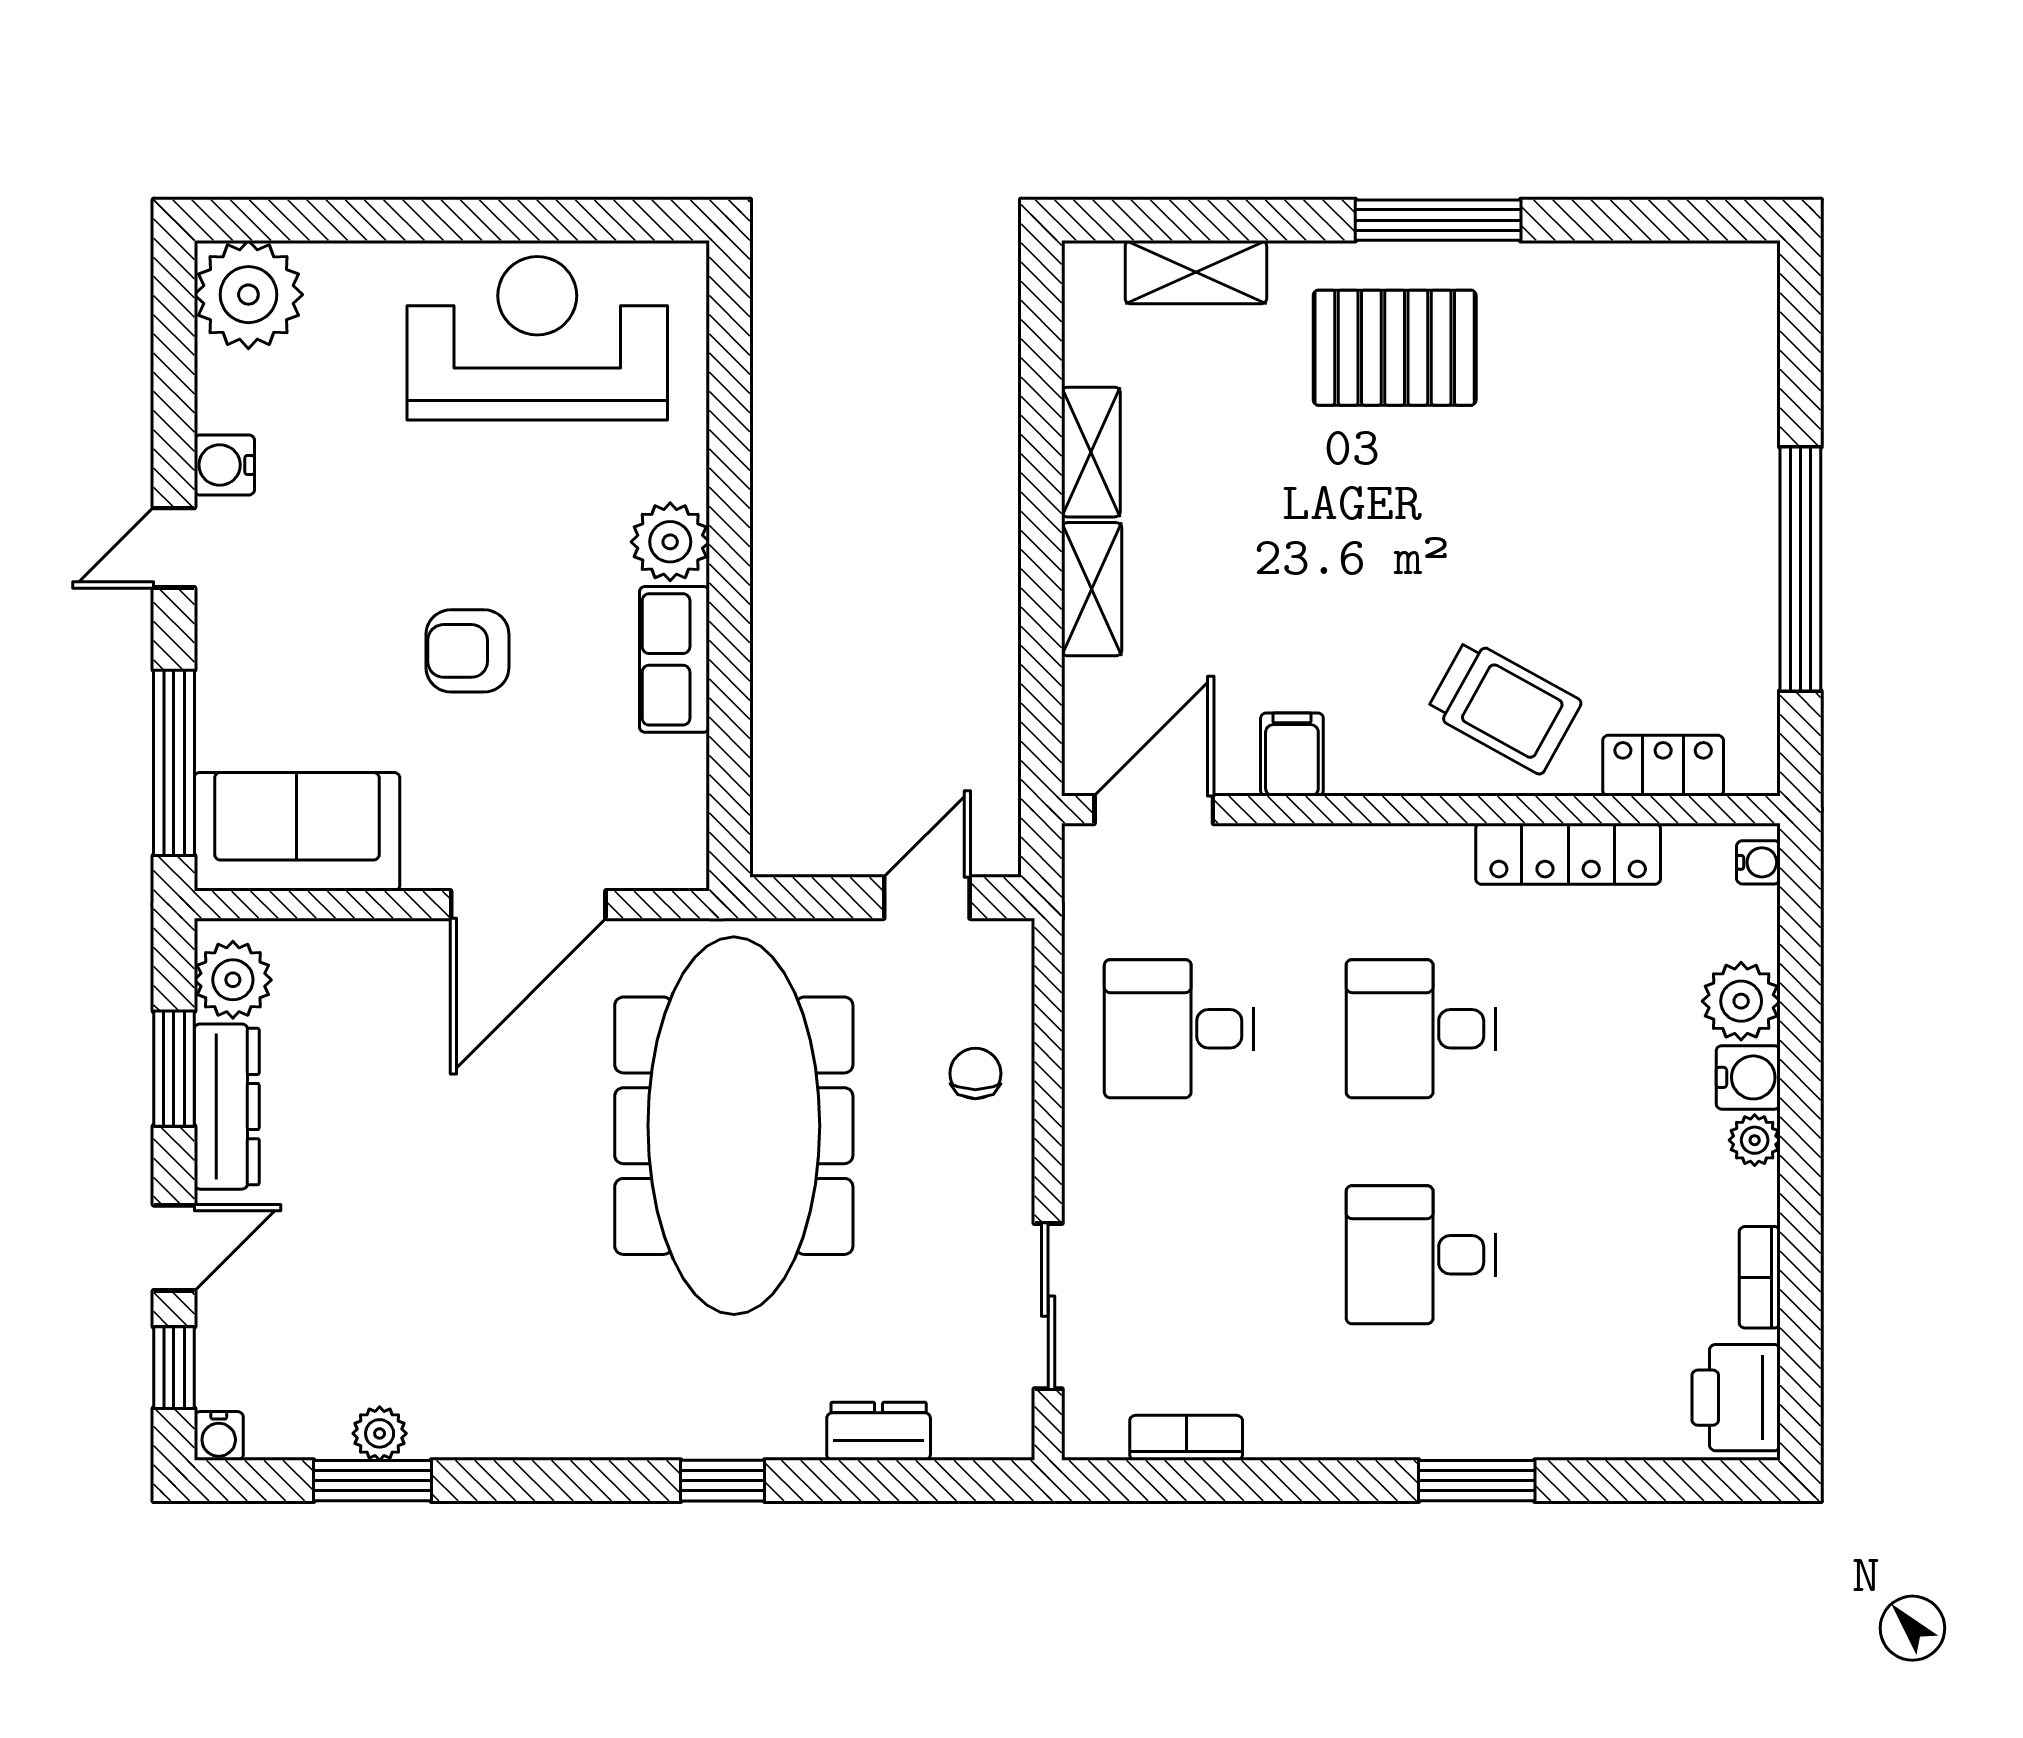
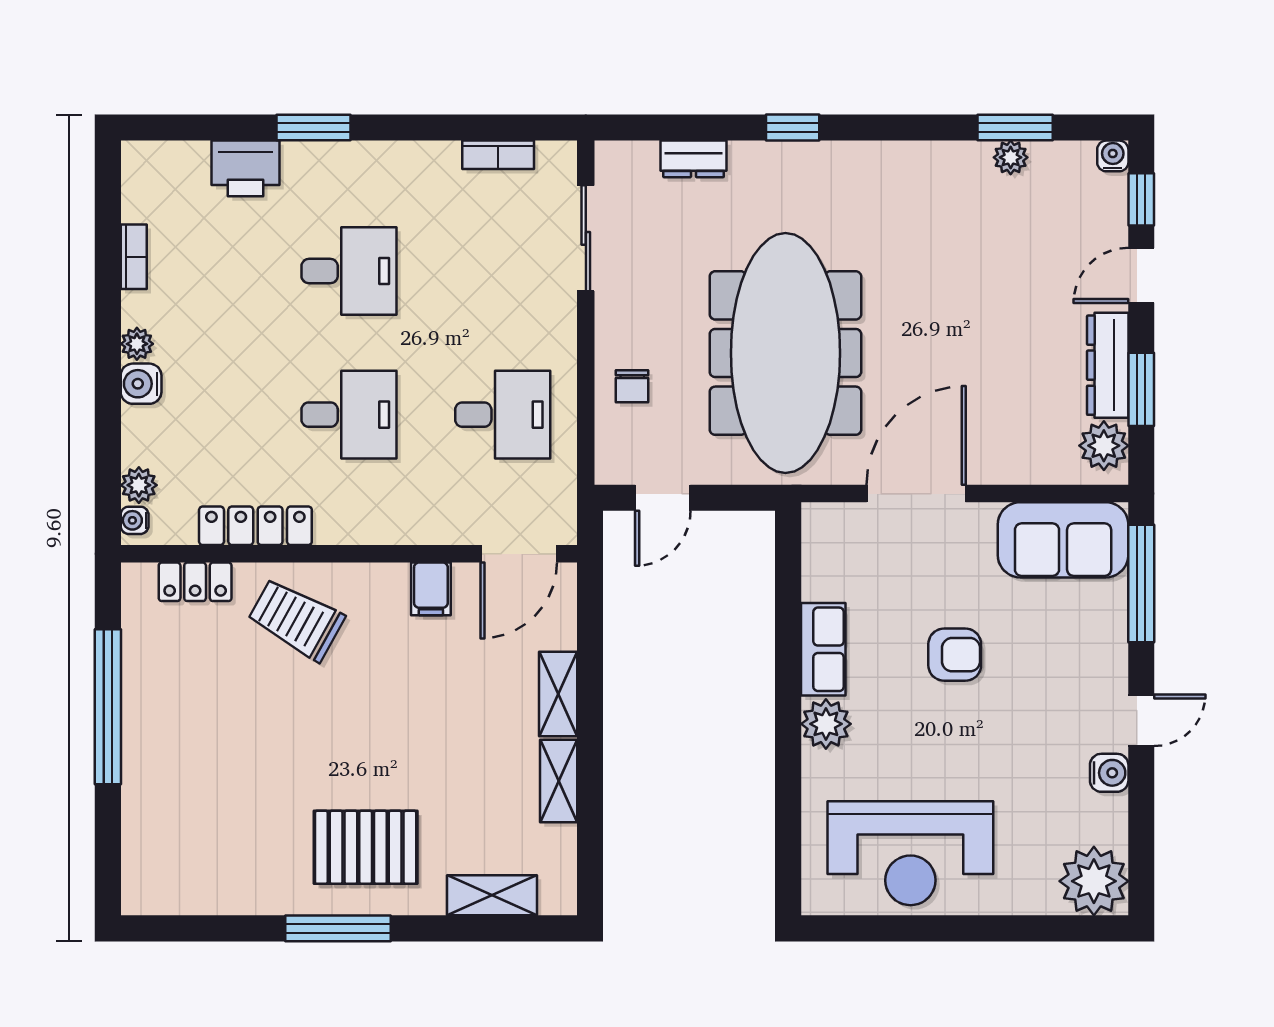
plant: (1741, 1001) -> (139, 485), moved, width x0.73, depth x0.73
printer: (1736, 1398) -> (246, 168), moved, turned 90

